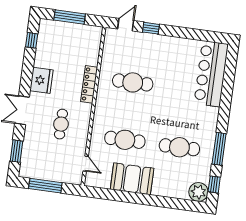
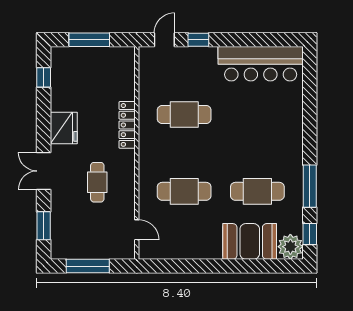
bar counter: (211, 74) -> (261, 64), moved, turned -90
booth: (132, 179) -> (250, 241), moved

